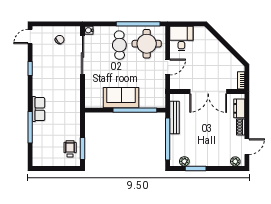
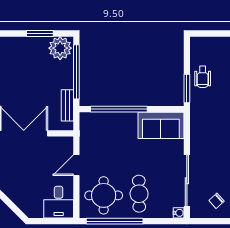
sofa: (121, 98) -> (161, 125), moved
bench: (175, 117) -> (67, 105), width x0.73
wheelchair: (70, 149) -> (203, 77), moved
window: (83, 149) -> (187, 88), moved
plant: (184, 161) -> (60, 48), width x1.88, depth x1.88

